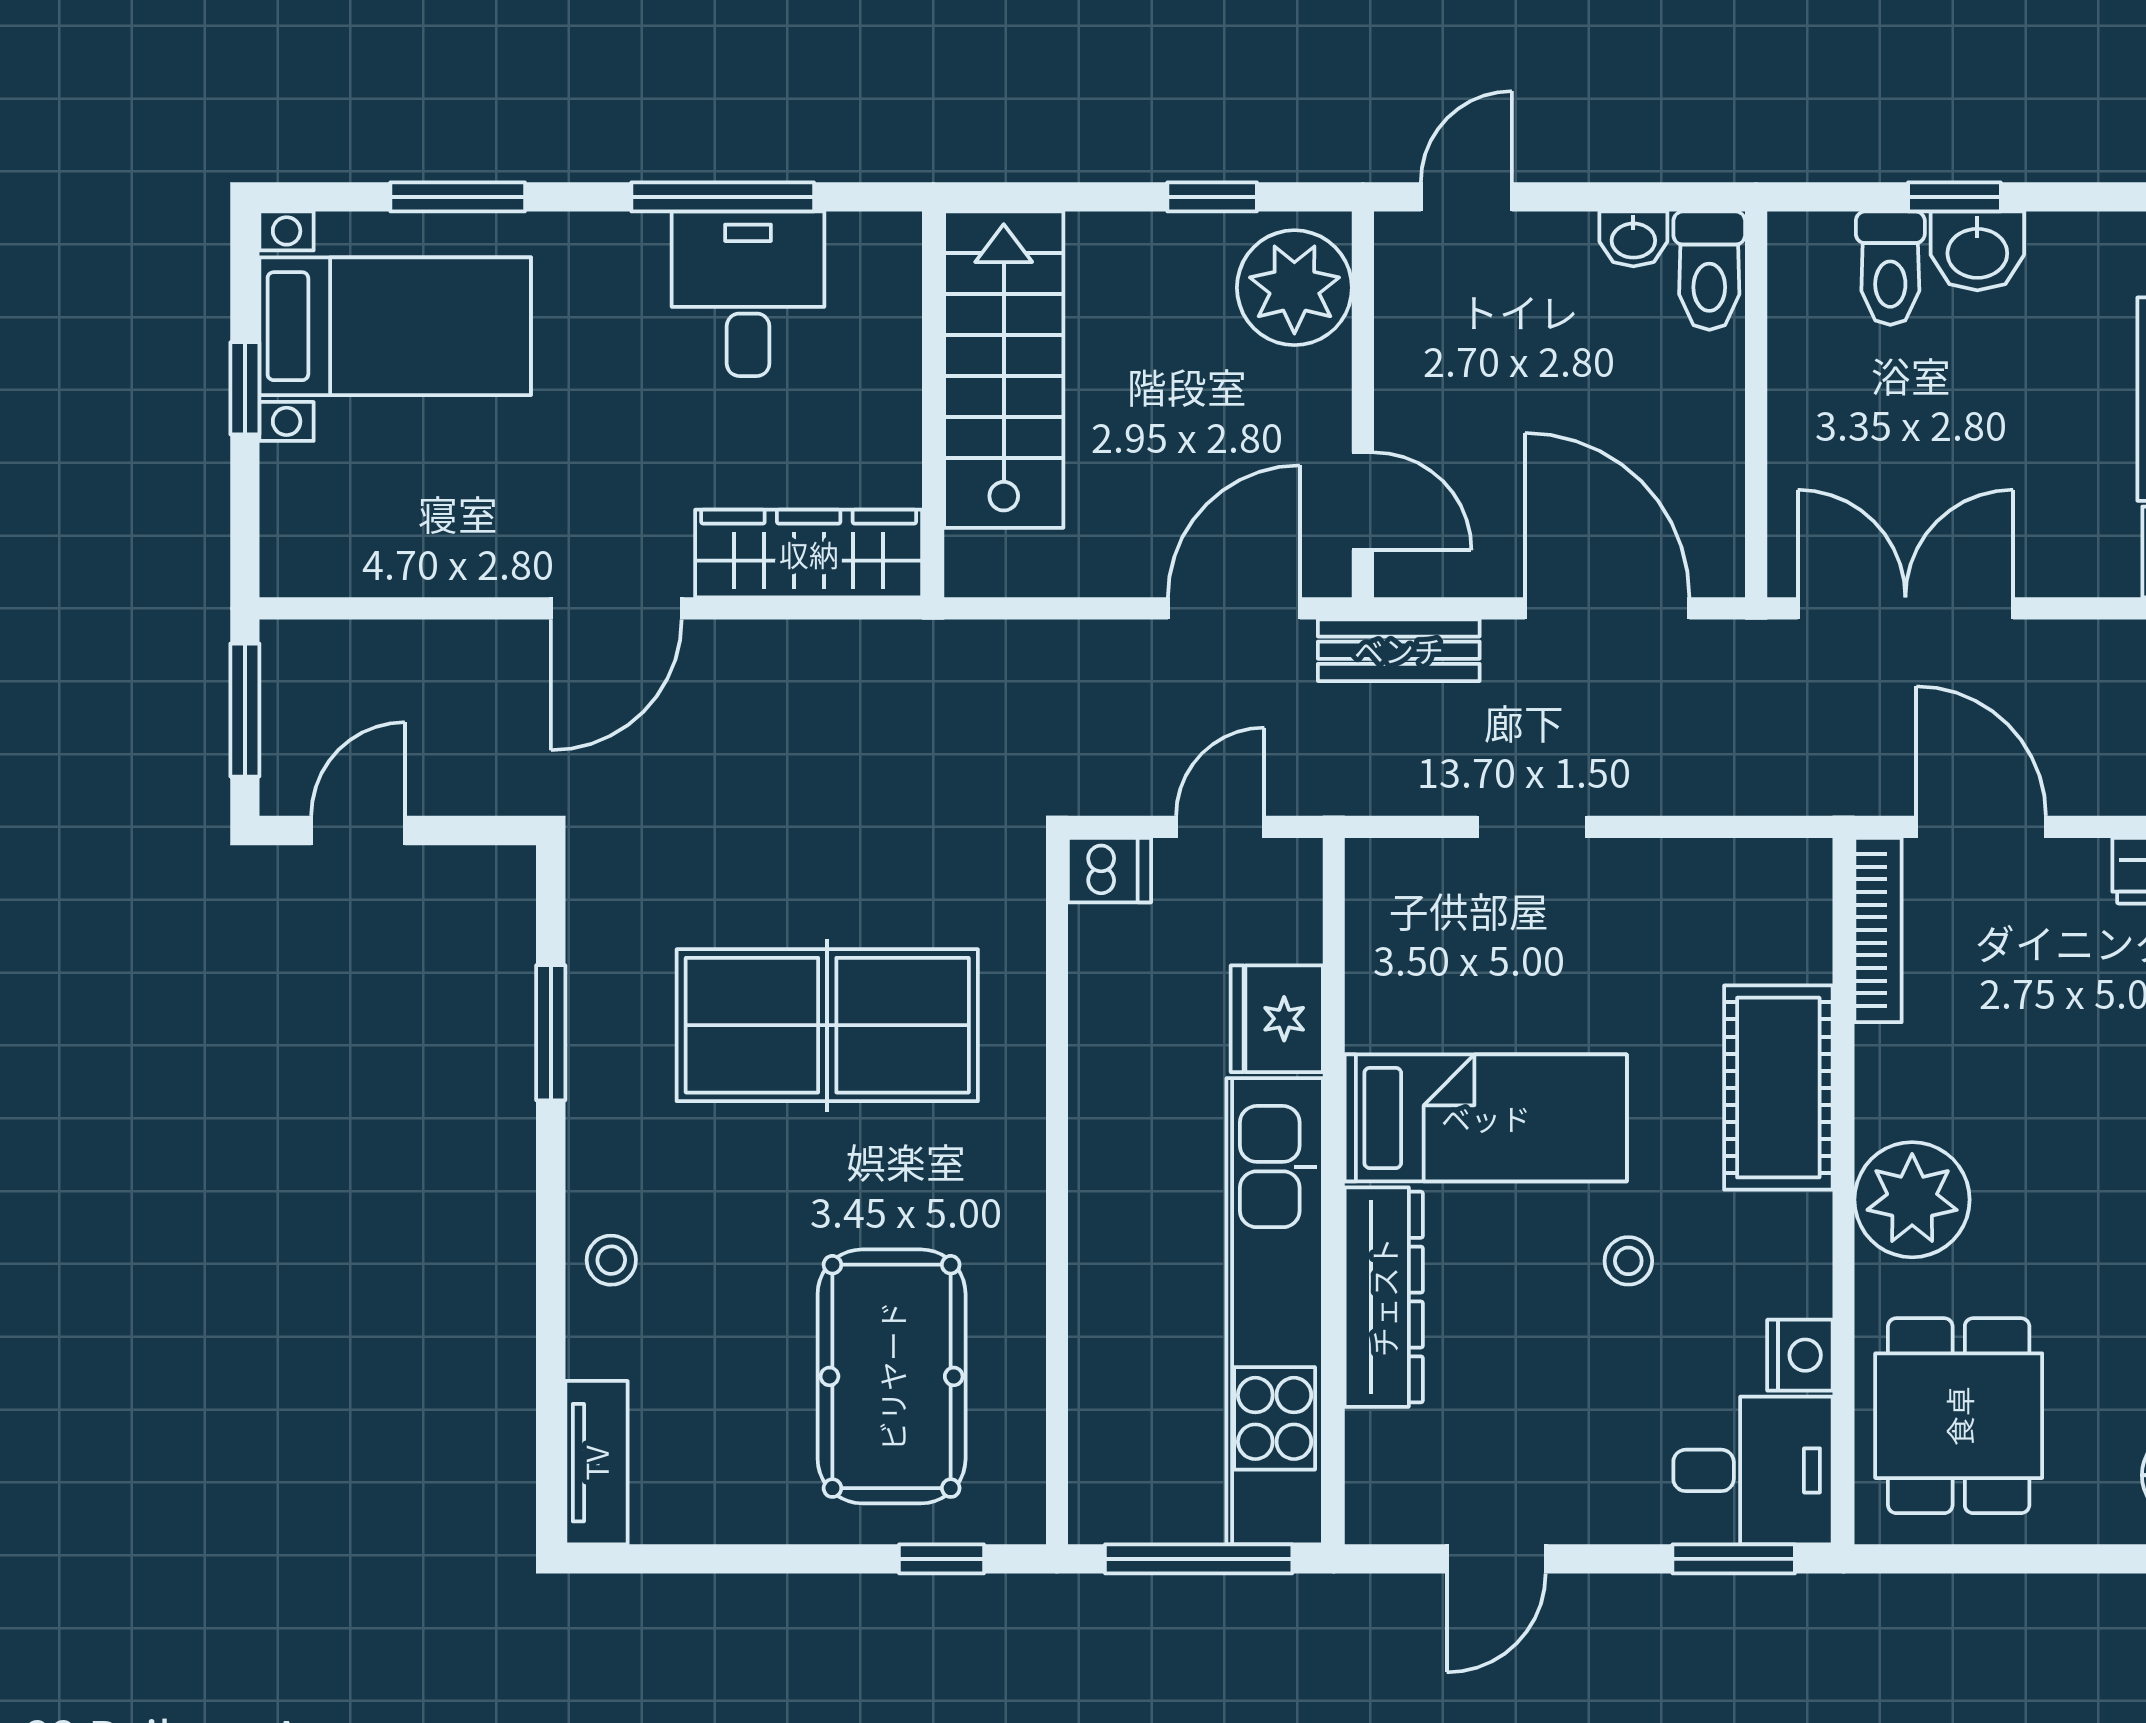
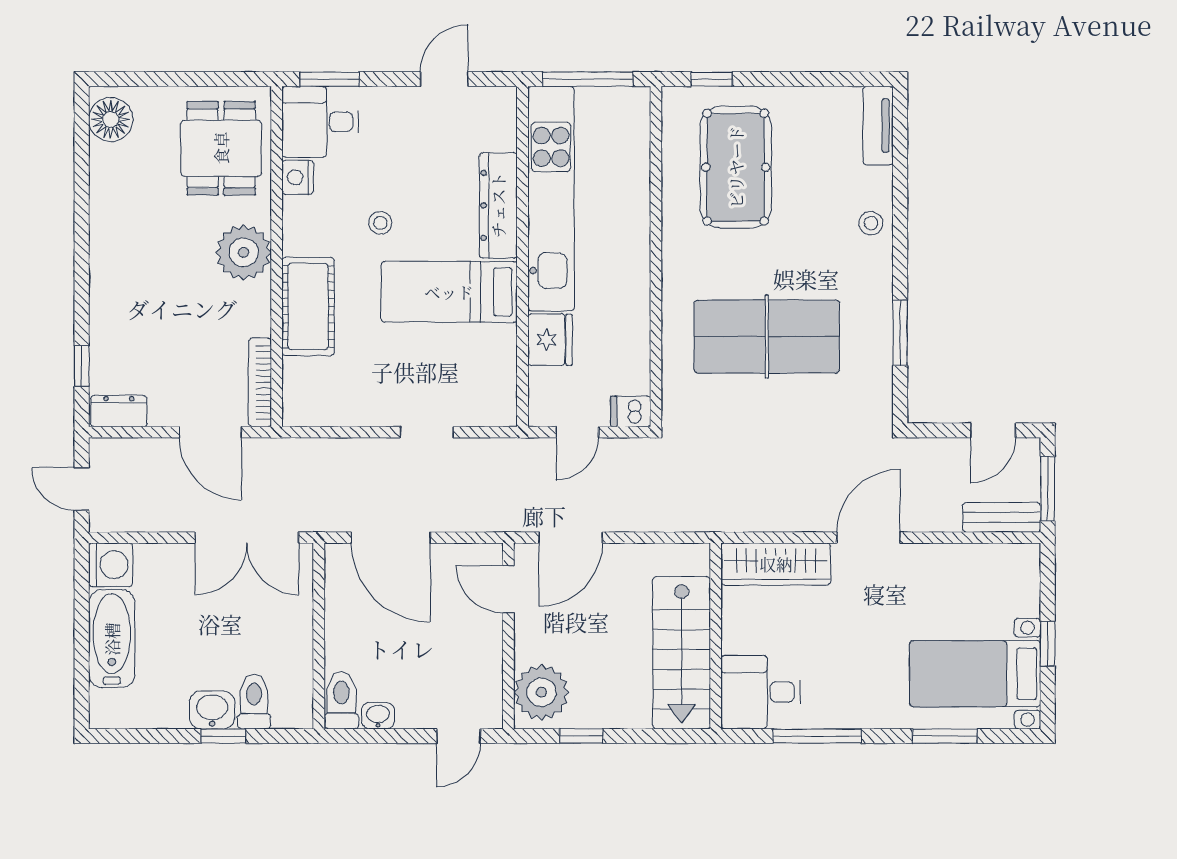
desk: (748, 294) -> (761, 692), moved, turned 90
bench: (1399, 650) -> (1002, 517), moved

